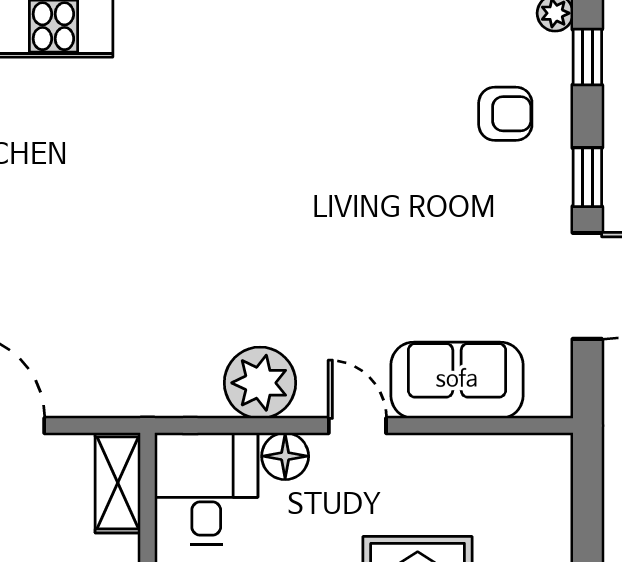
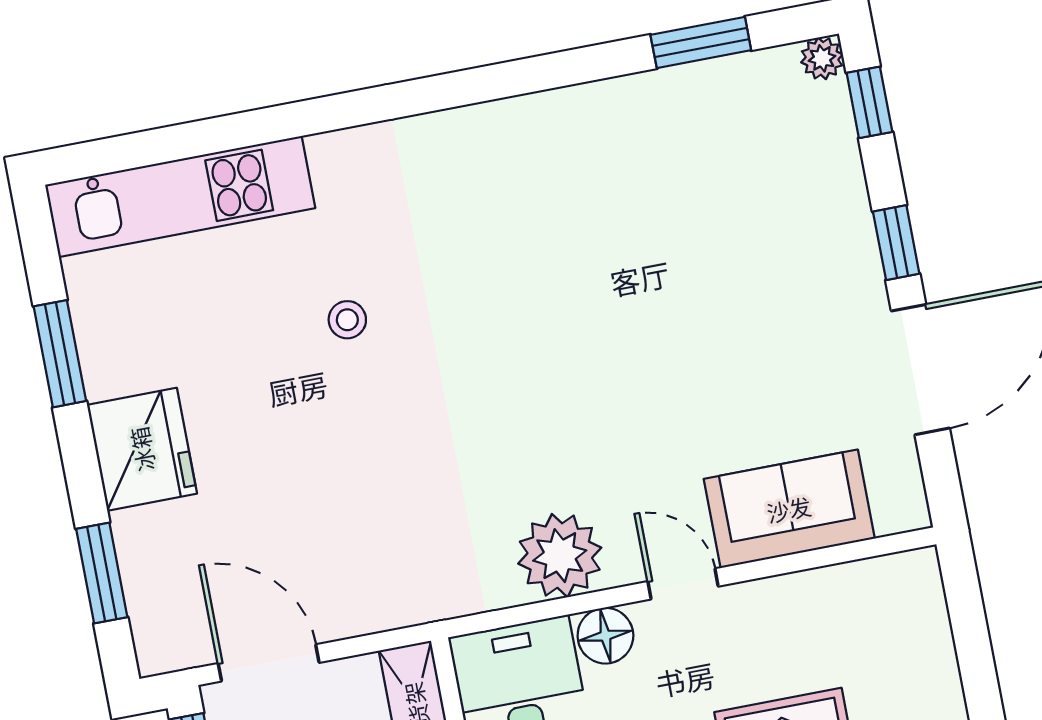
armchair: (505, 114) -> (786, 187), removed
stool: (122, 154) -> (347, 320), added

